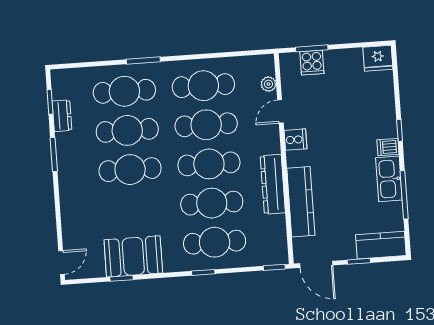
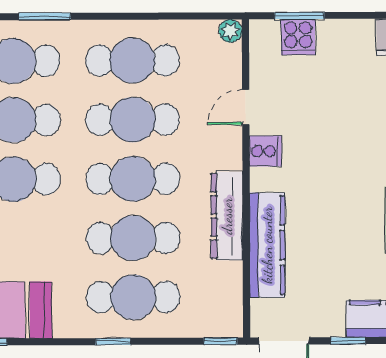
plant: (268, 84) -> (230, 31), moved

